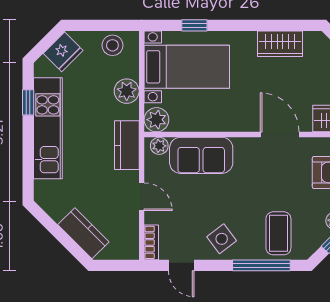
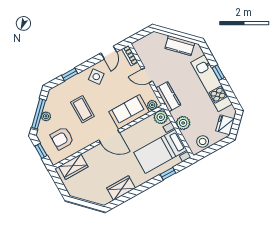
window: (28, 102) -> (218, 73), moved
door: (280, 135) -> (109, 136), moved
kitchen counter: (83, 233) -> (180, 46), moved
coffee table: (278, 233) -> (82, 109), moved
door: (181, 265) -> (109, 53), swing flipped
window: (261, 265) -> (70, 74), width x0.46

